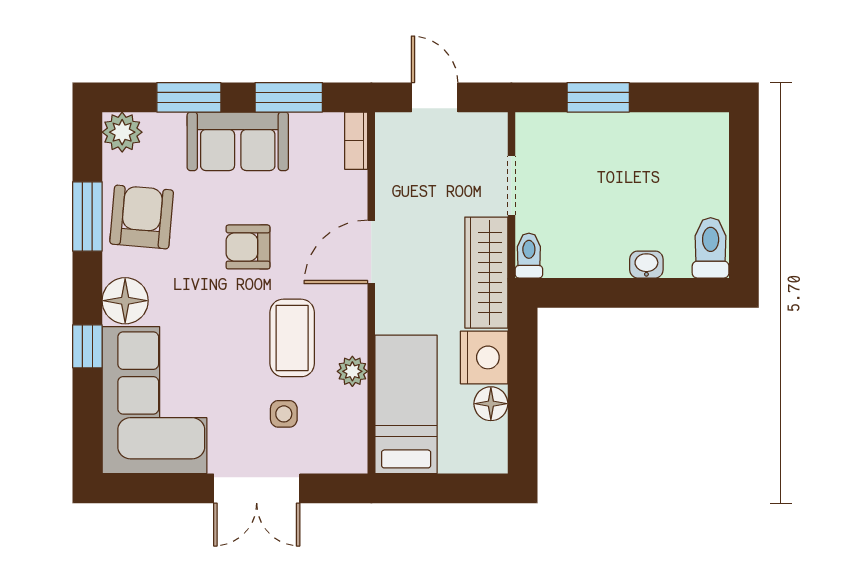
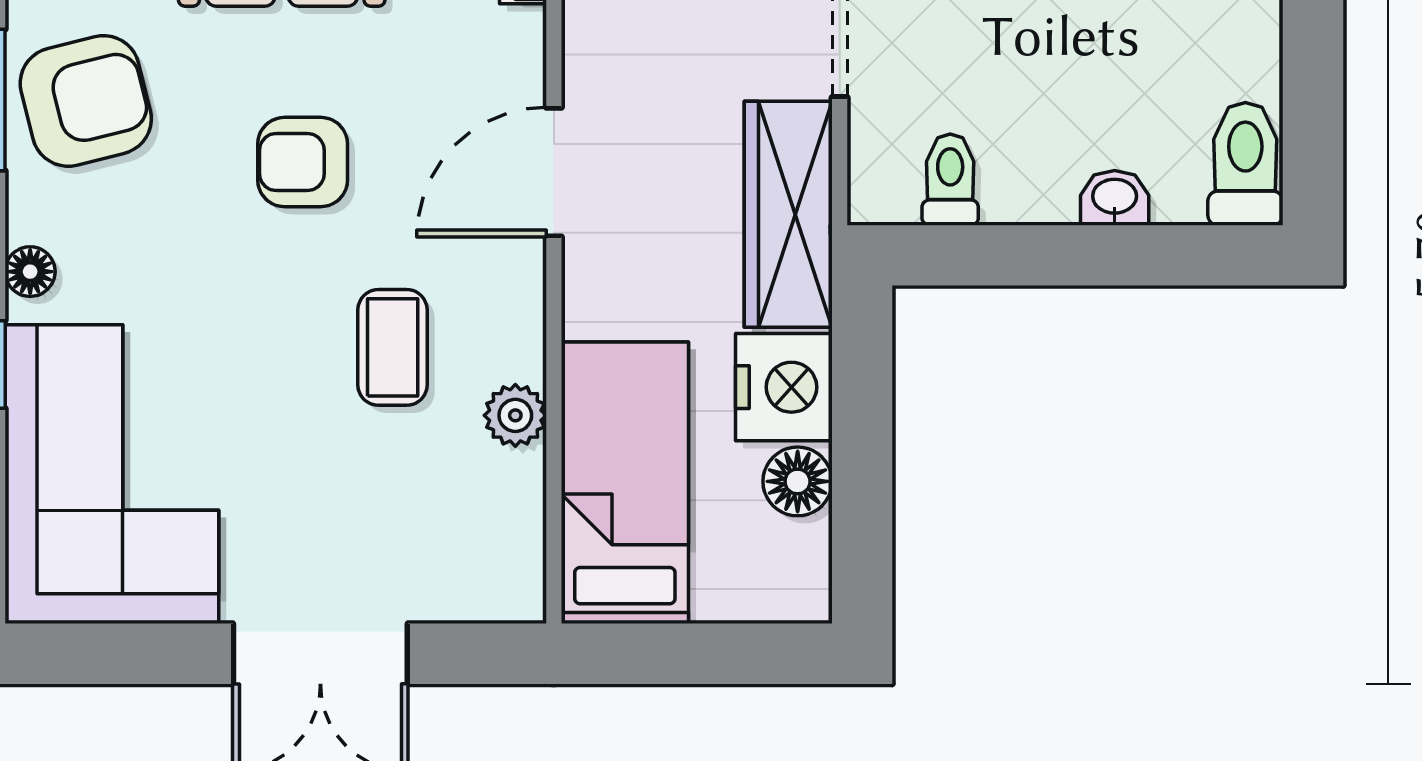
armchair: (142, 217) -> (86, 101), turned 71
toilet: (529, 256) -> (950, 180), moved
floor lamp: (125, 301) -> (30, 272), width x0.53, depth x0.53
coffee table: (292, 338) -> (393, 347), width x0.73, depth x0.77
side table: (284, 414) -> (376, 502), removed

